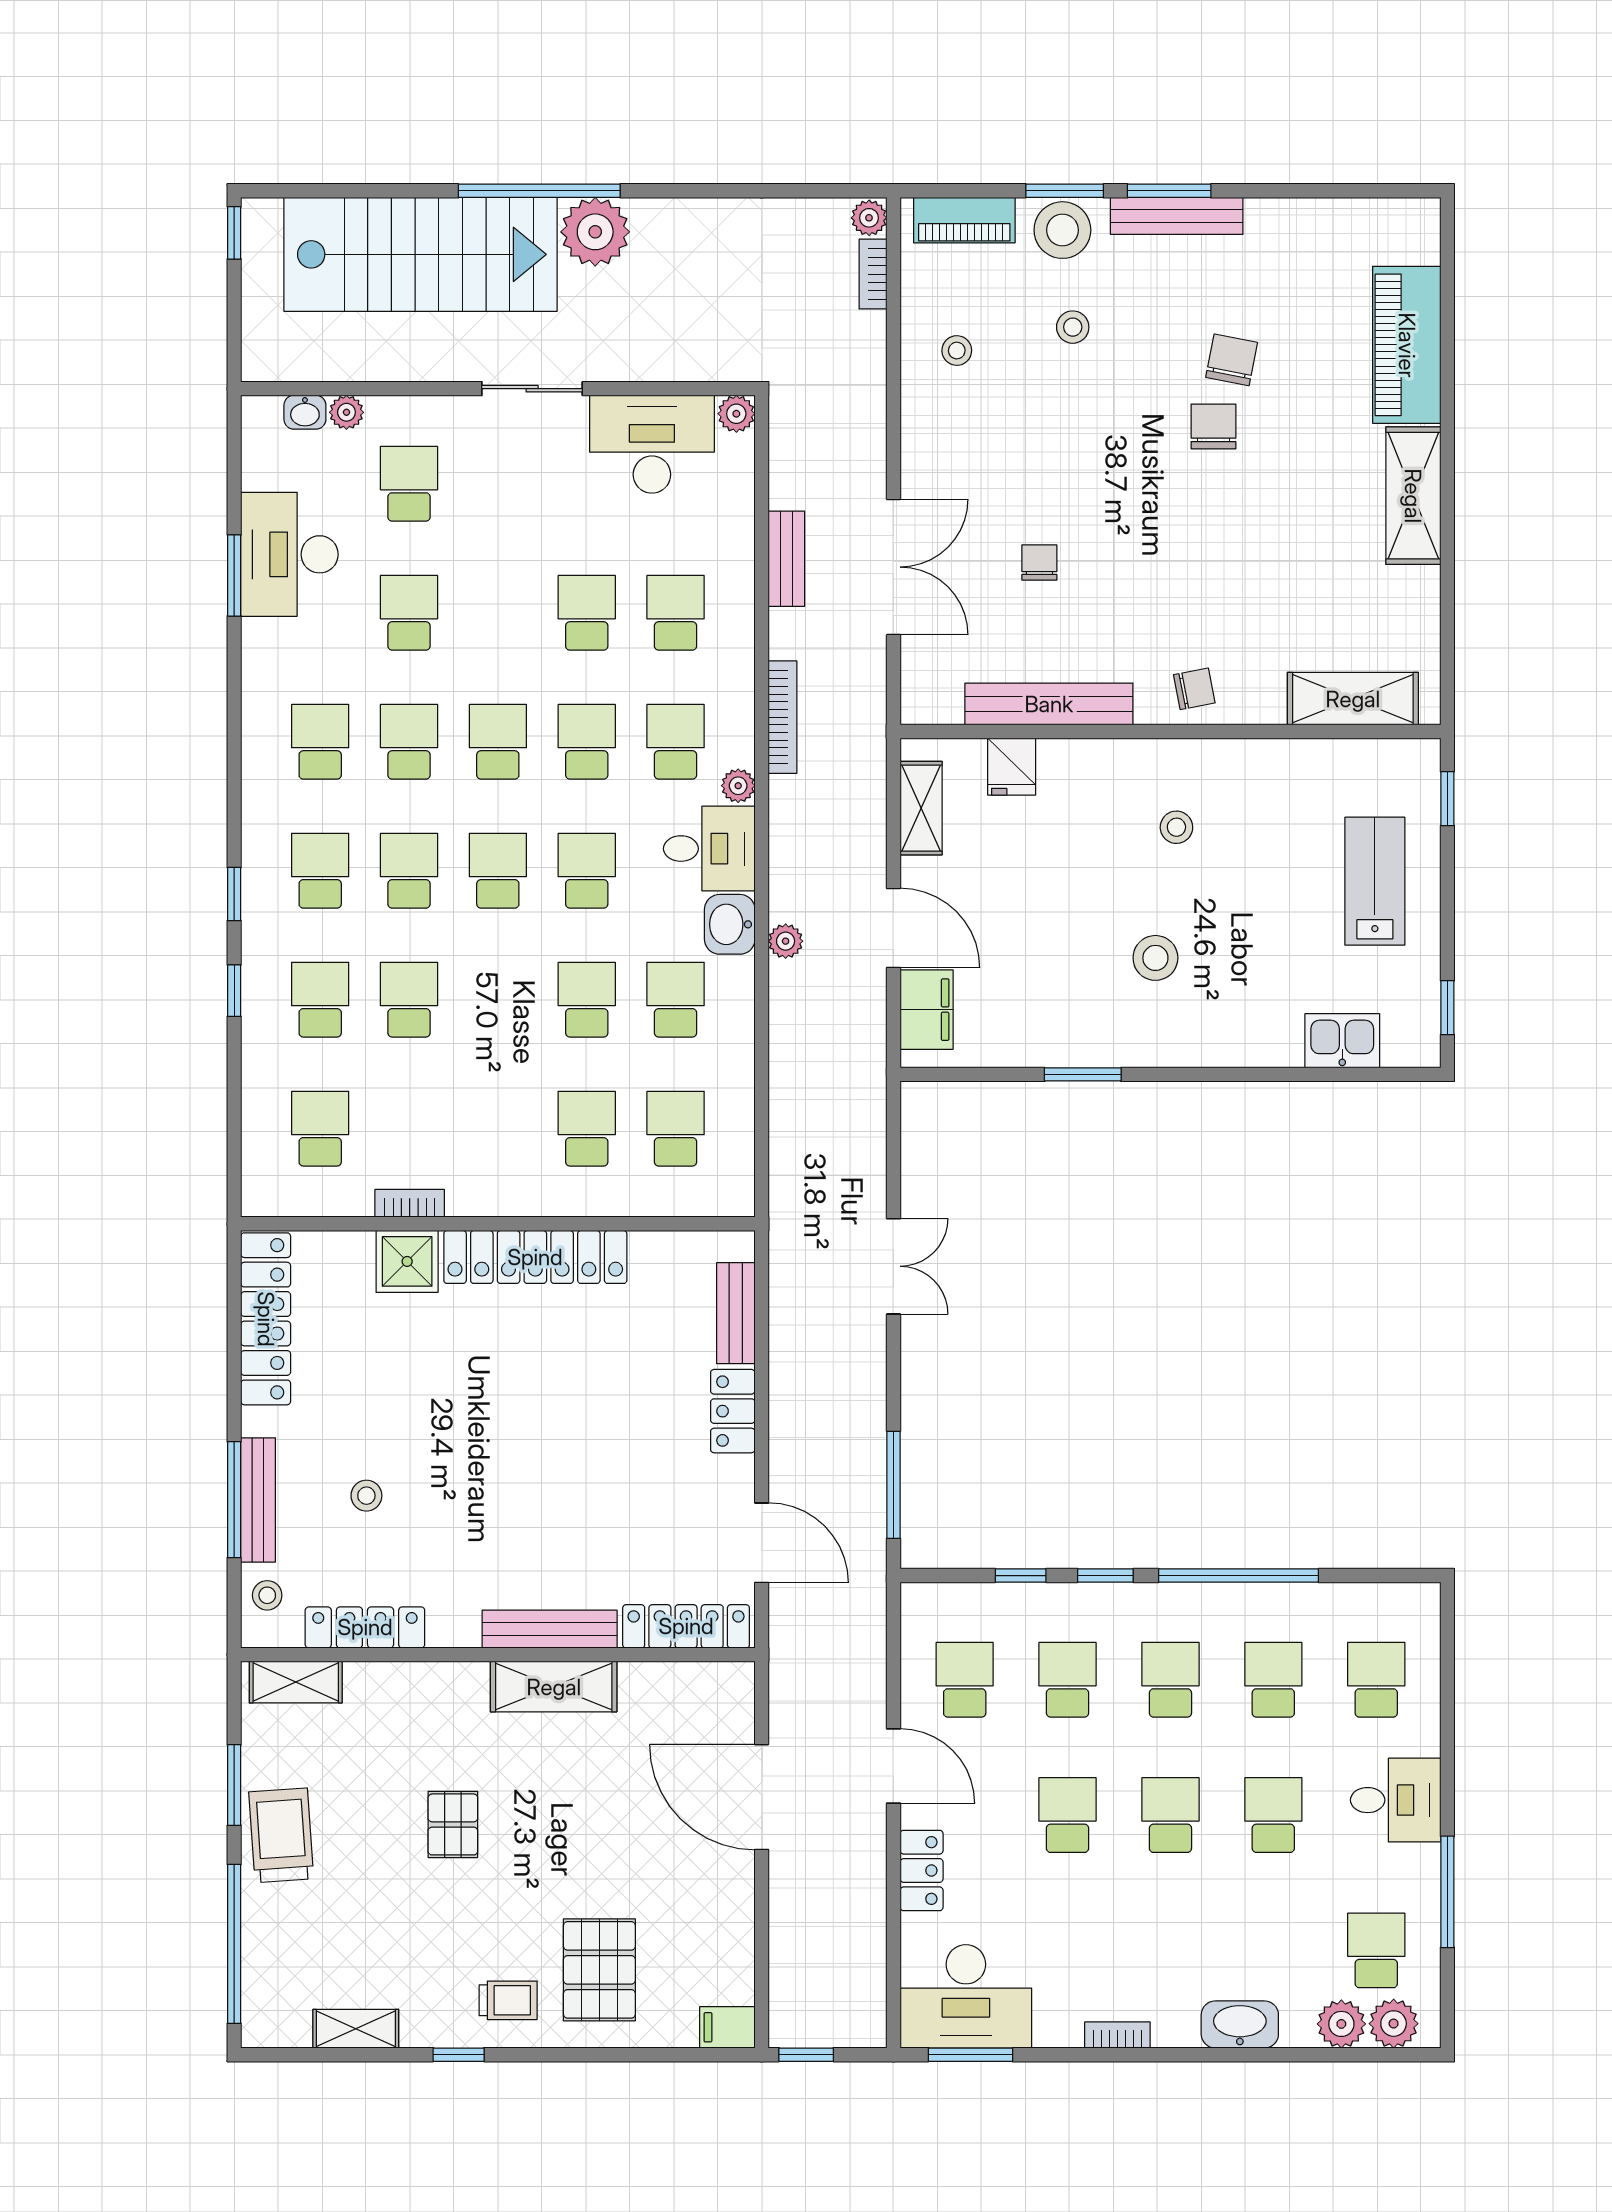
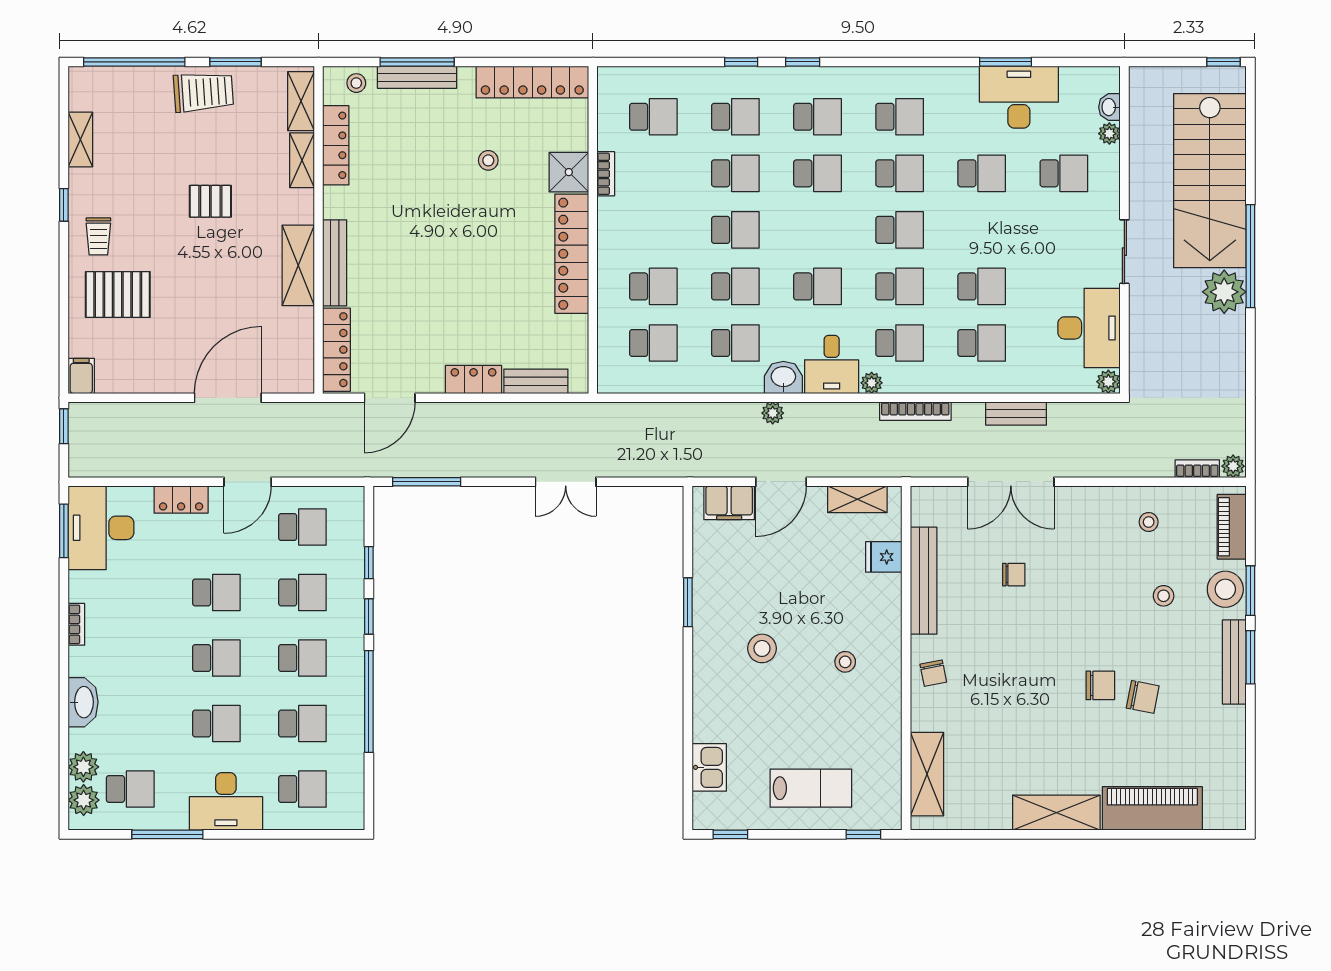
school desk: (498, 871) -> (735, 230), moved
stool: (366, 1496) -> (488, 160), moved
shelving: (389, 1681) -> (302, 160), added
desk: (1396, 1800) -> (226, 801), width x1.37

